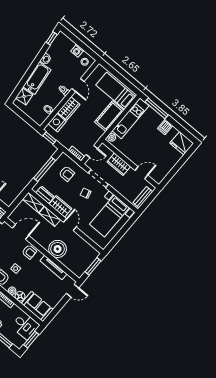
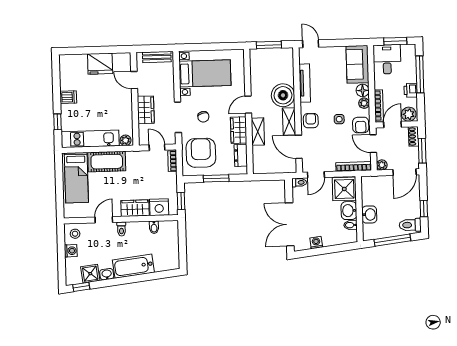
shower: (24, 96) -> (90, 274), moved
window: (157, 108) -> (57, 122), width x0.46
fridge: (182, 143) -> (100, 64), moved, turned 90
window: (44, 169) -> (216, 178), width x0.69
armchair: (67, 174) -> (201, 153), width x1.88, depth x1.88
shelving: (33, 203) -> (289, 121), moved

